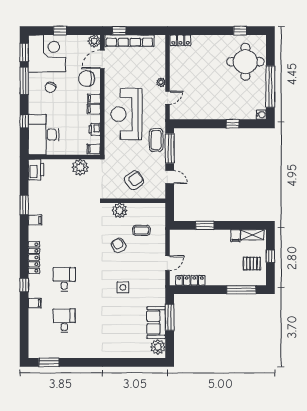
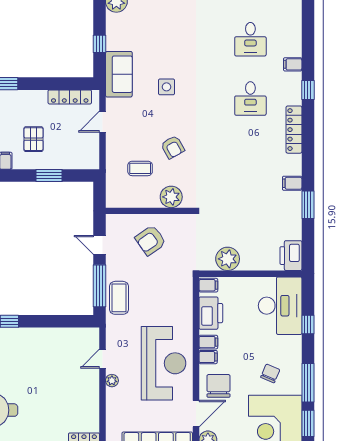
chair: (87, 79) -> (218, 386), turned -90
reception desk: (127, 114) -> (164, 363), moved
printer: (95, 129) -> (211, 313), width x1.87, depth x1.48
pallet: (216, 251) -> (33, 139), added
window: (170, 317) -> (99, 44), width x0.46
sofa: (156, 323) -> (119, 74), moved

